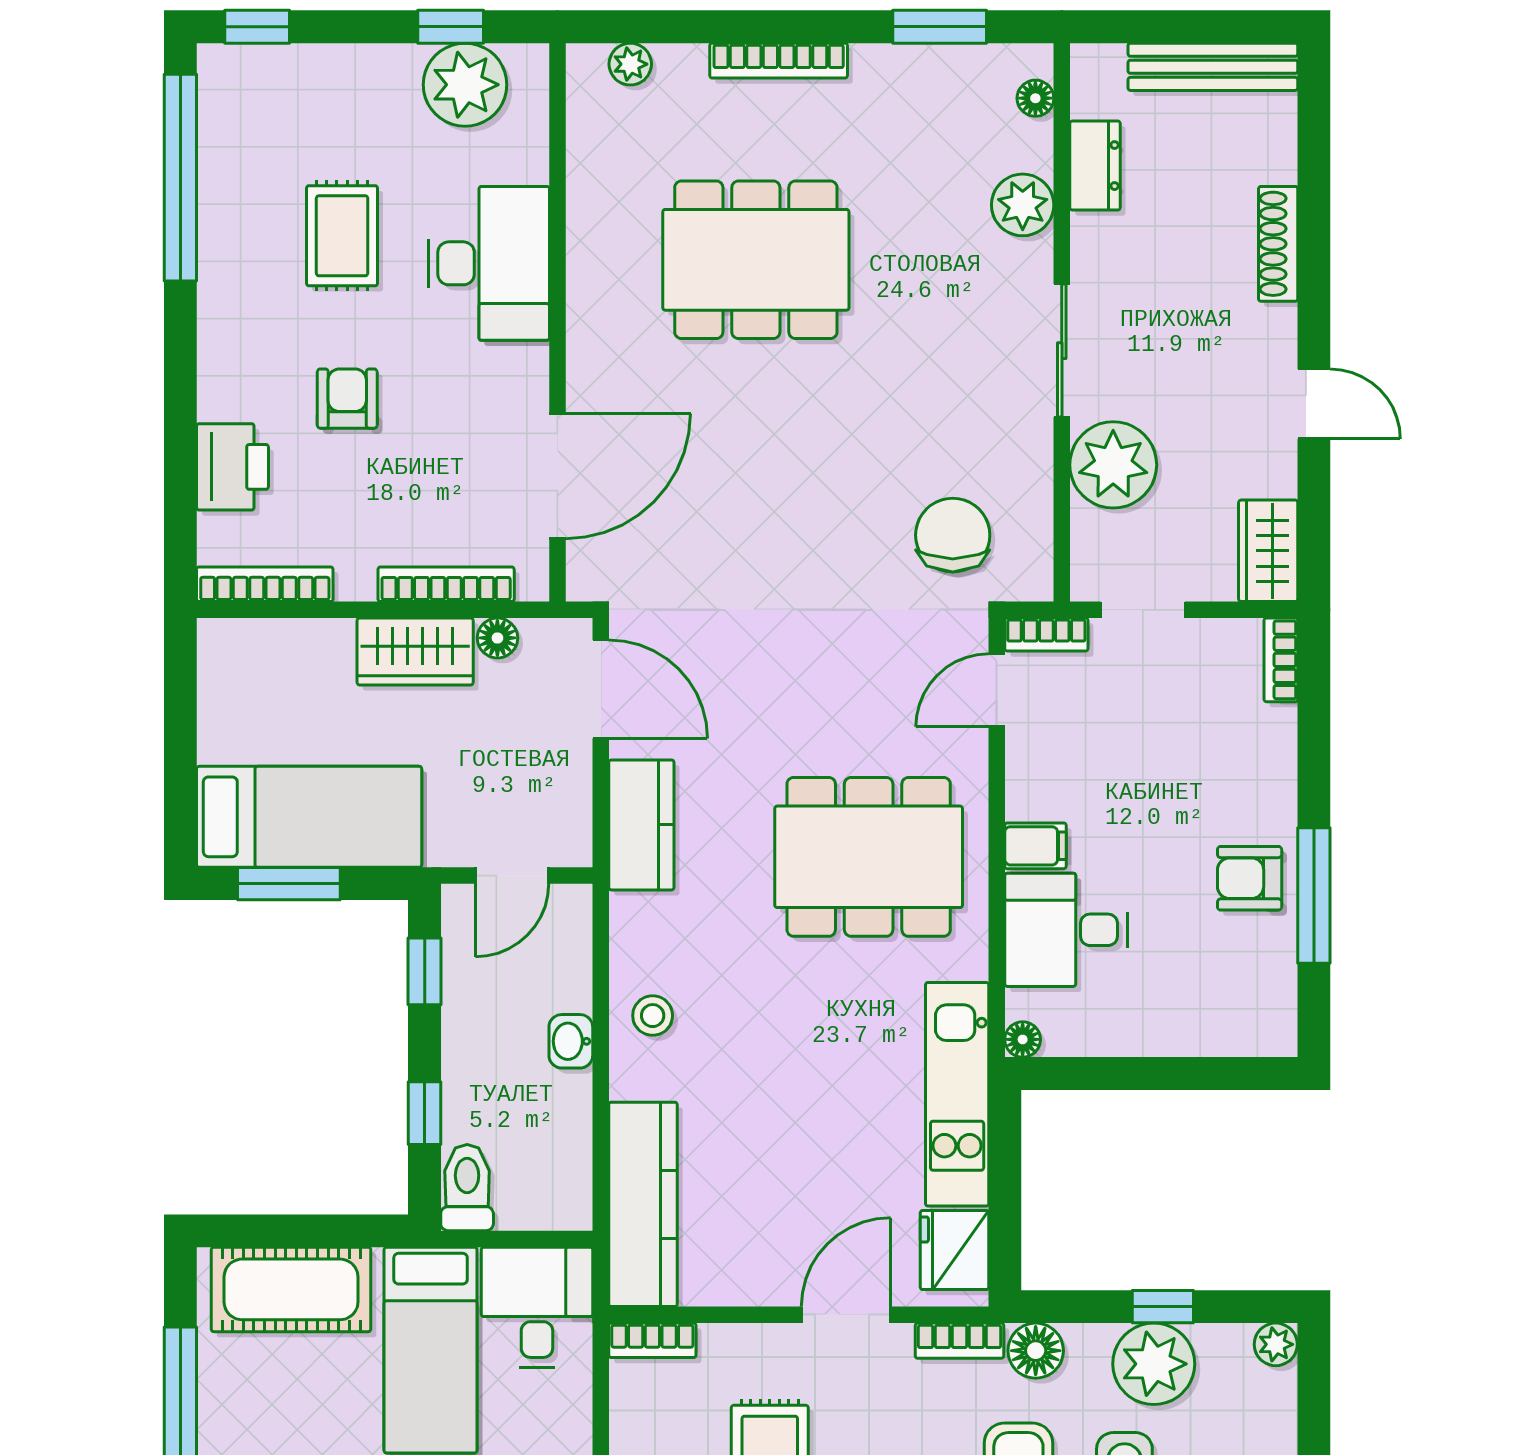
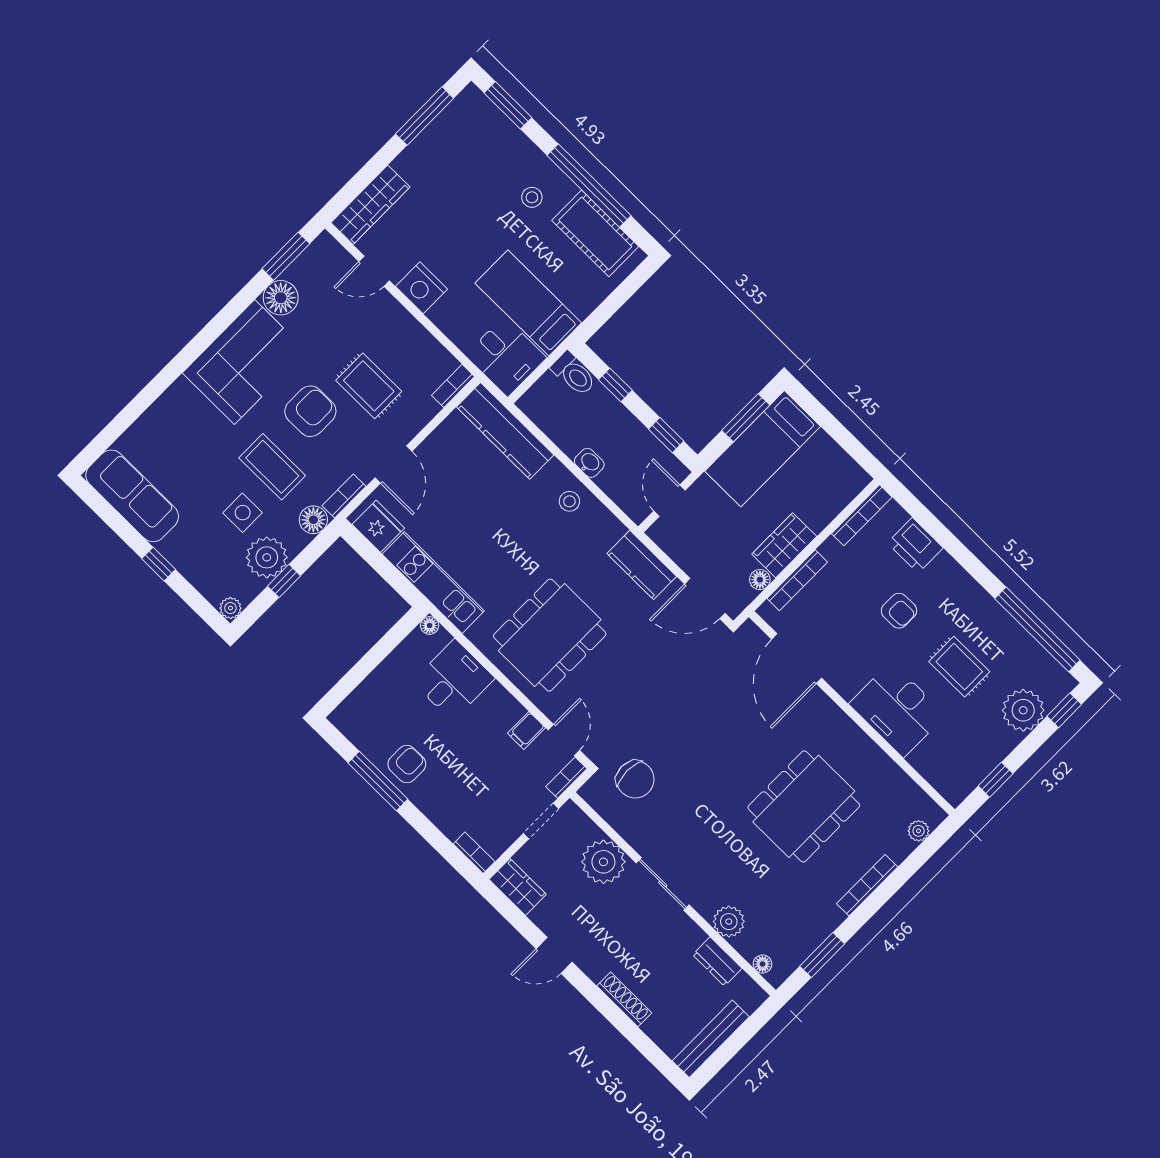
plant: (465, 85) -> (1023, 710), moved
filing cabinet: (1035, 846) -> (526, 730), moved
cot: (291, 1289) -> (595, 233), moved, turned 90

